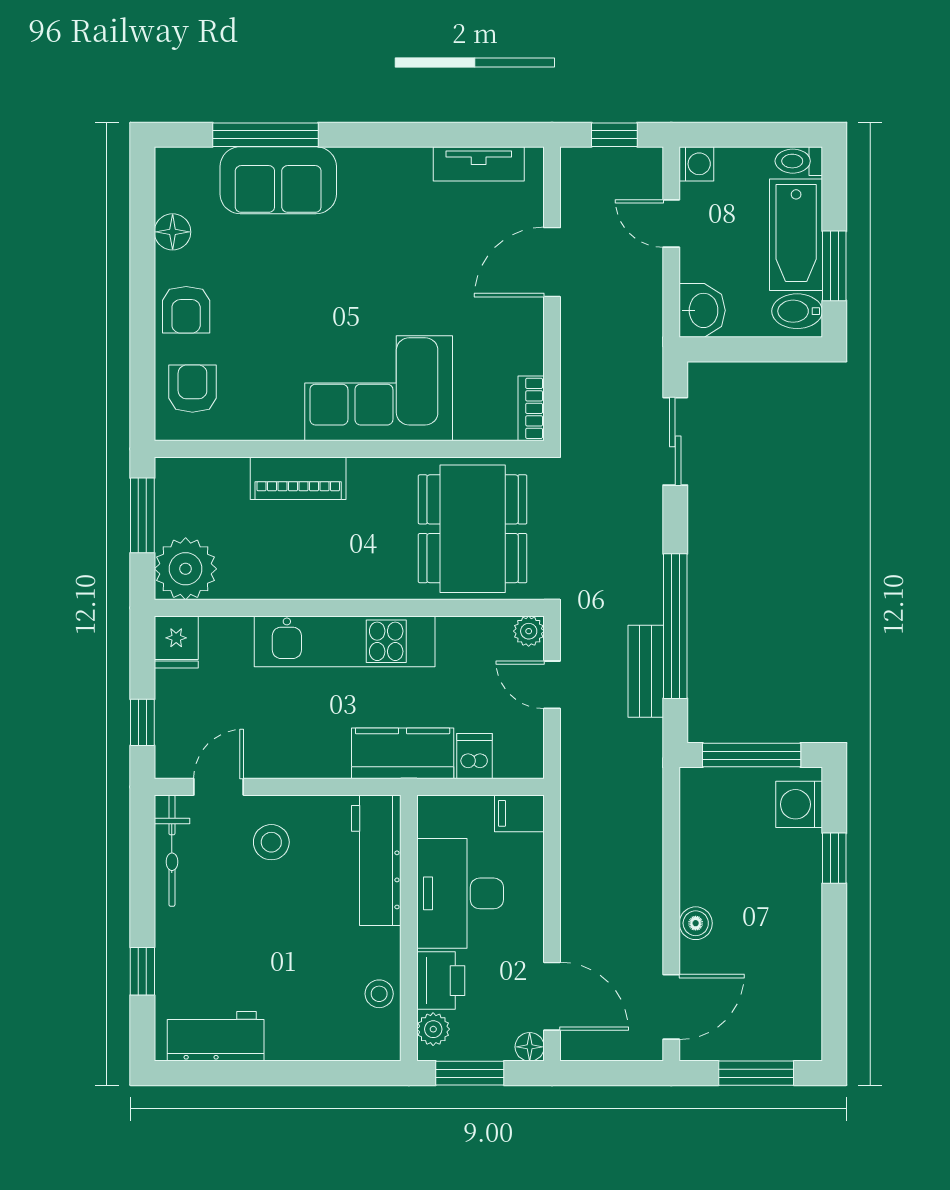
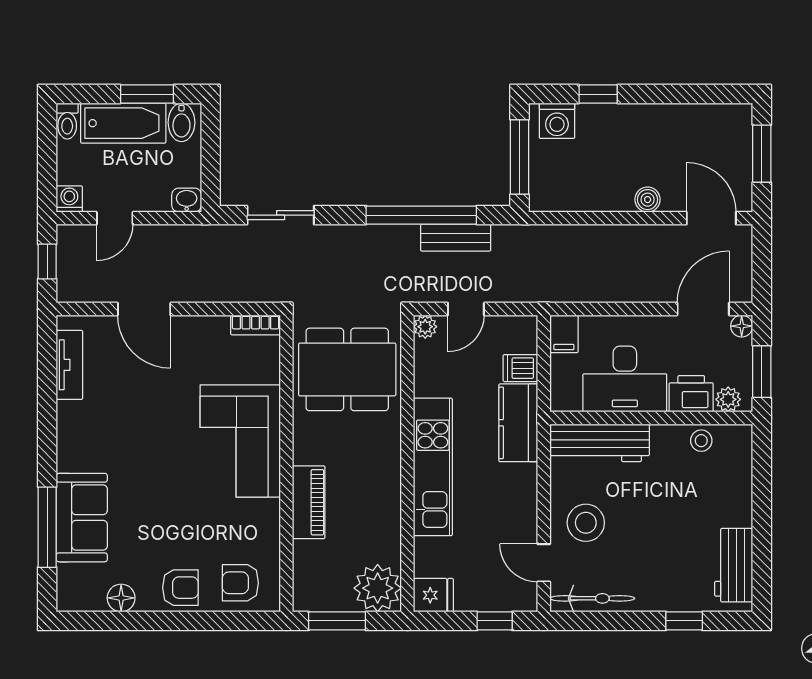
washbasin: (702, 310) -> (187, 200), width x0.72, depth x0.69
stool: (271, 842) -> (586, 523), width x1.38, depth x1.38

